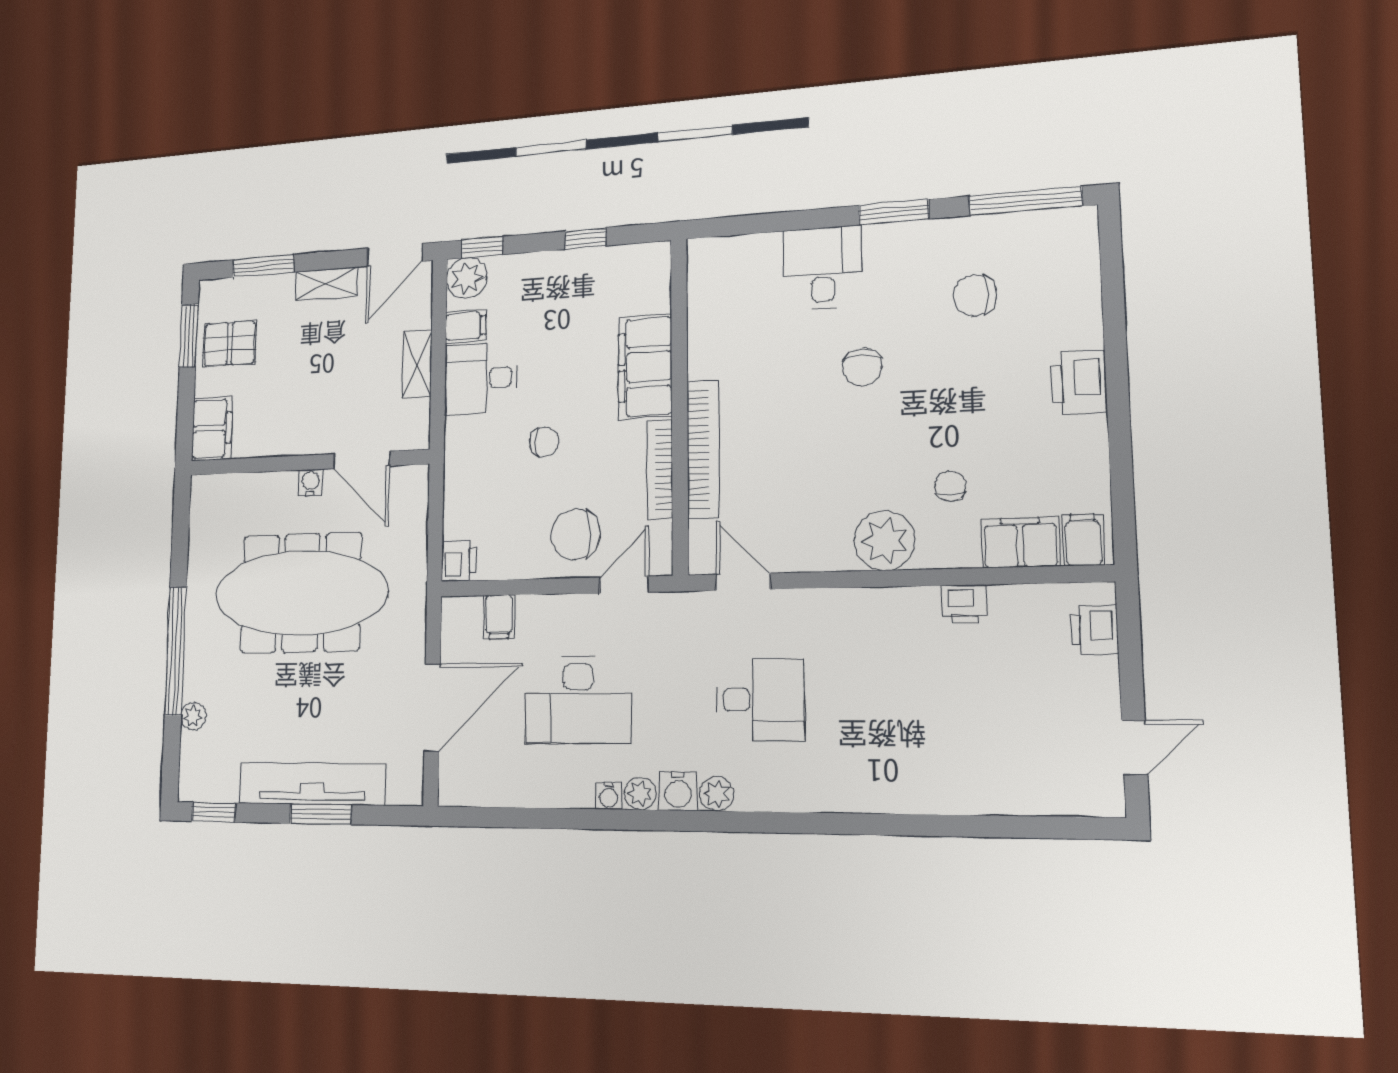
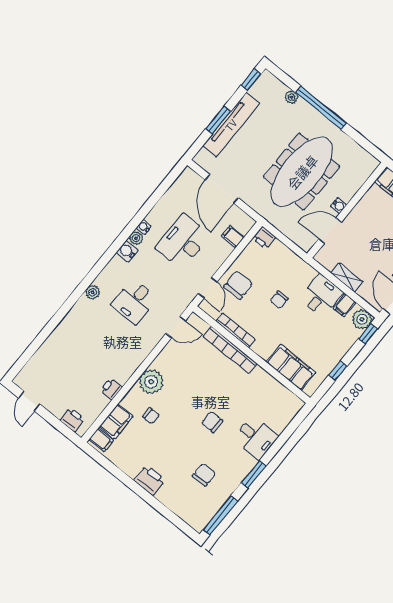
filing cabinet: (645, 367) -> (291, 367), moved
plant: (717, 794) -> (93, 292), moved

